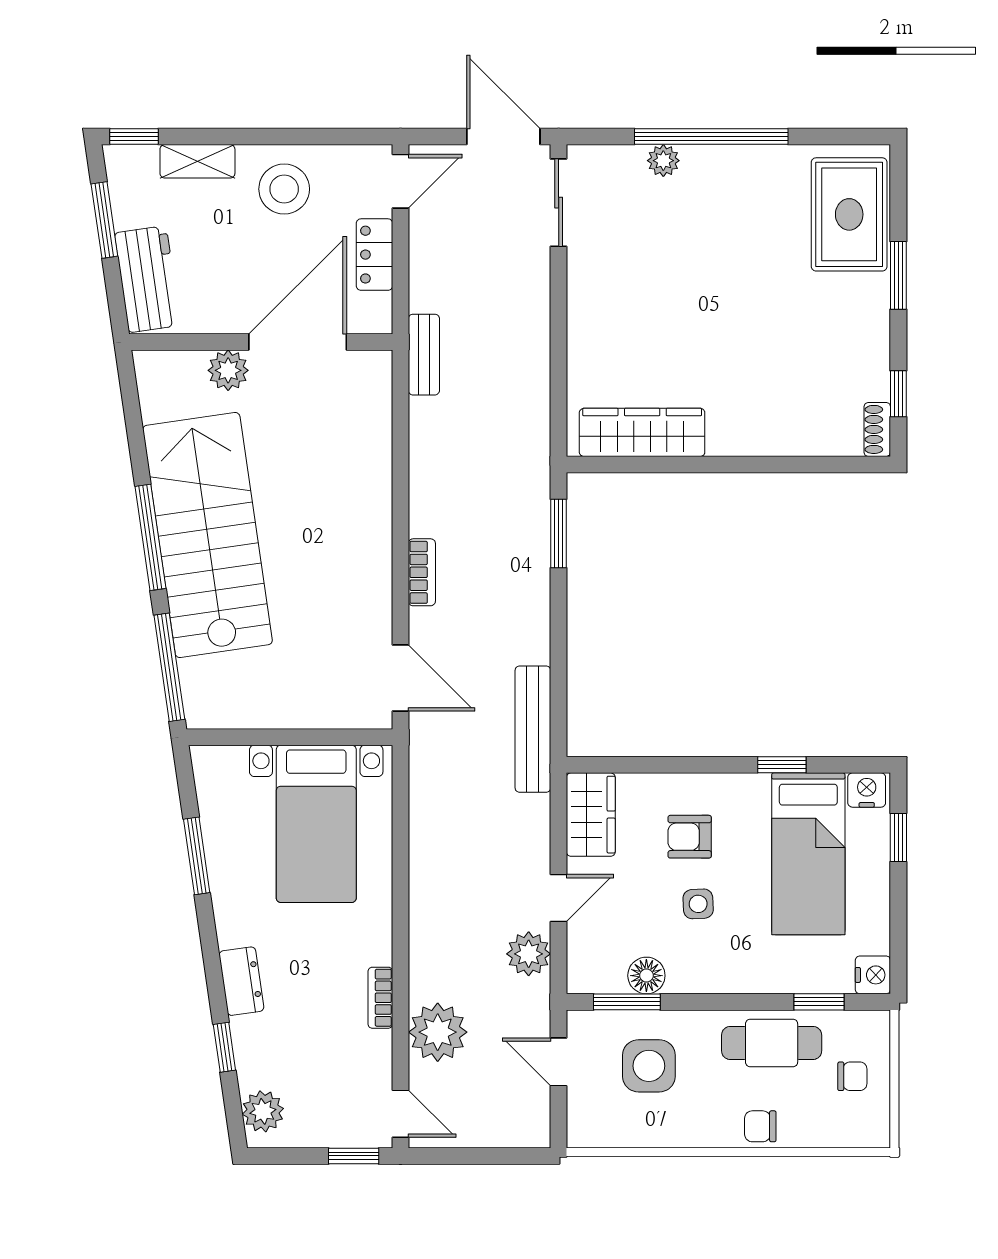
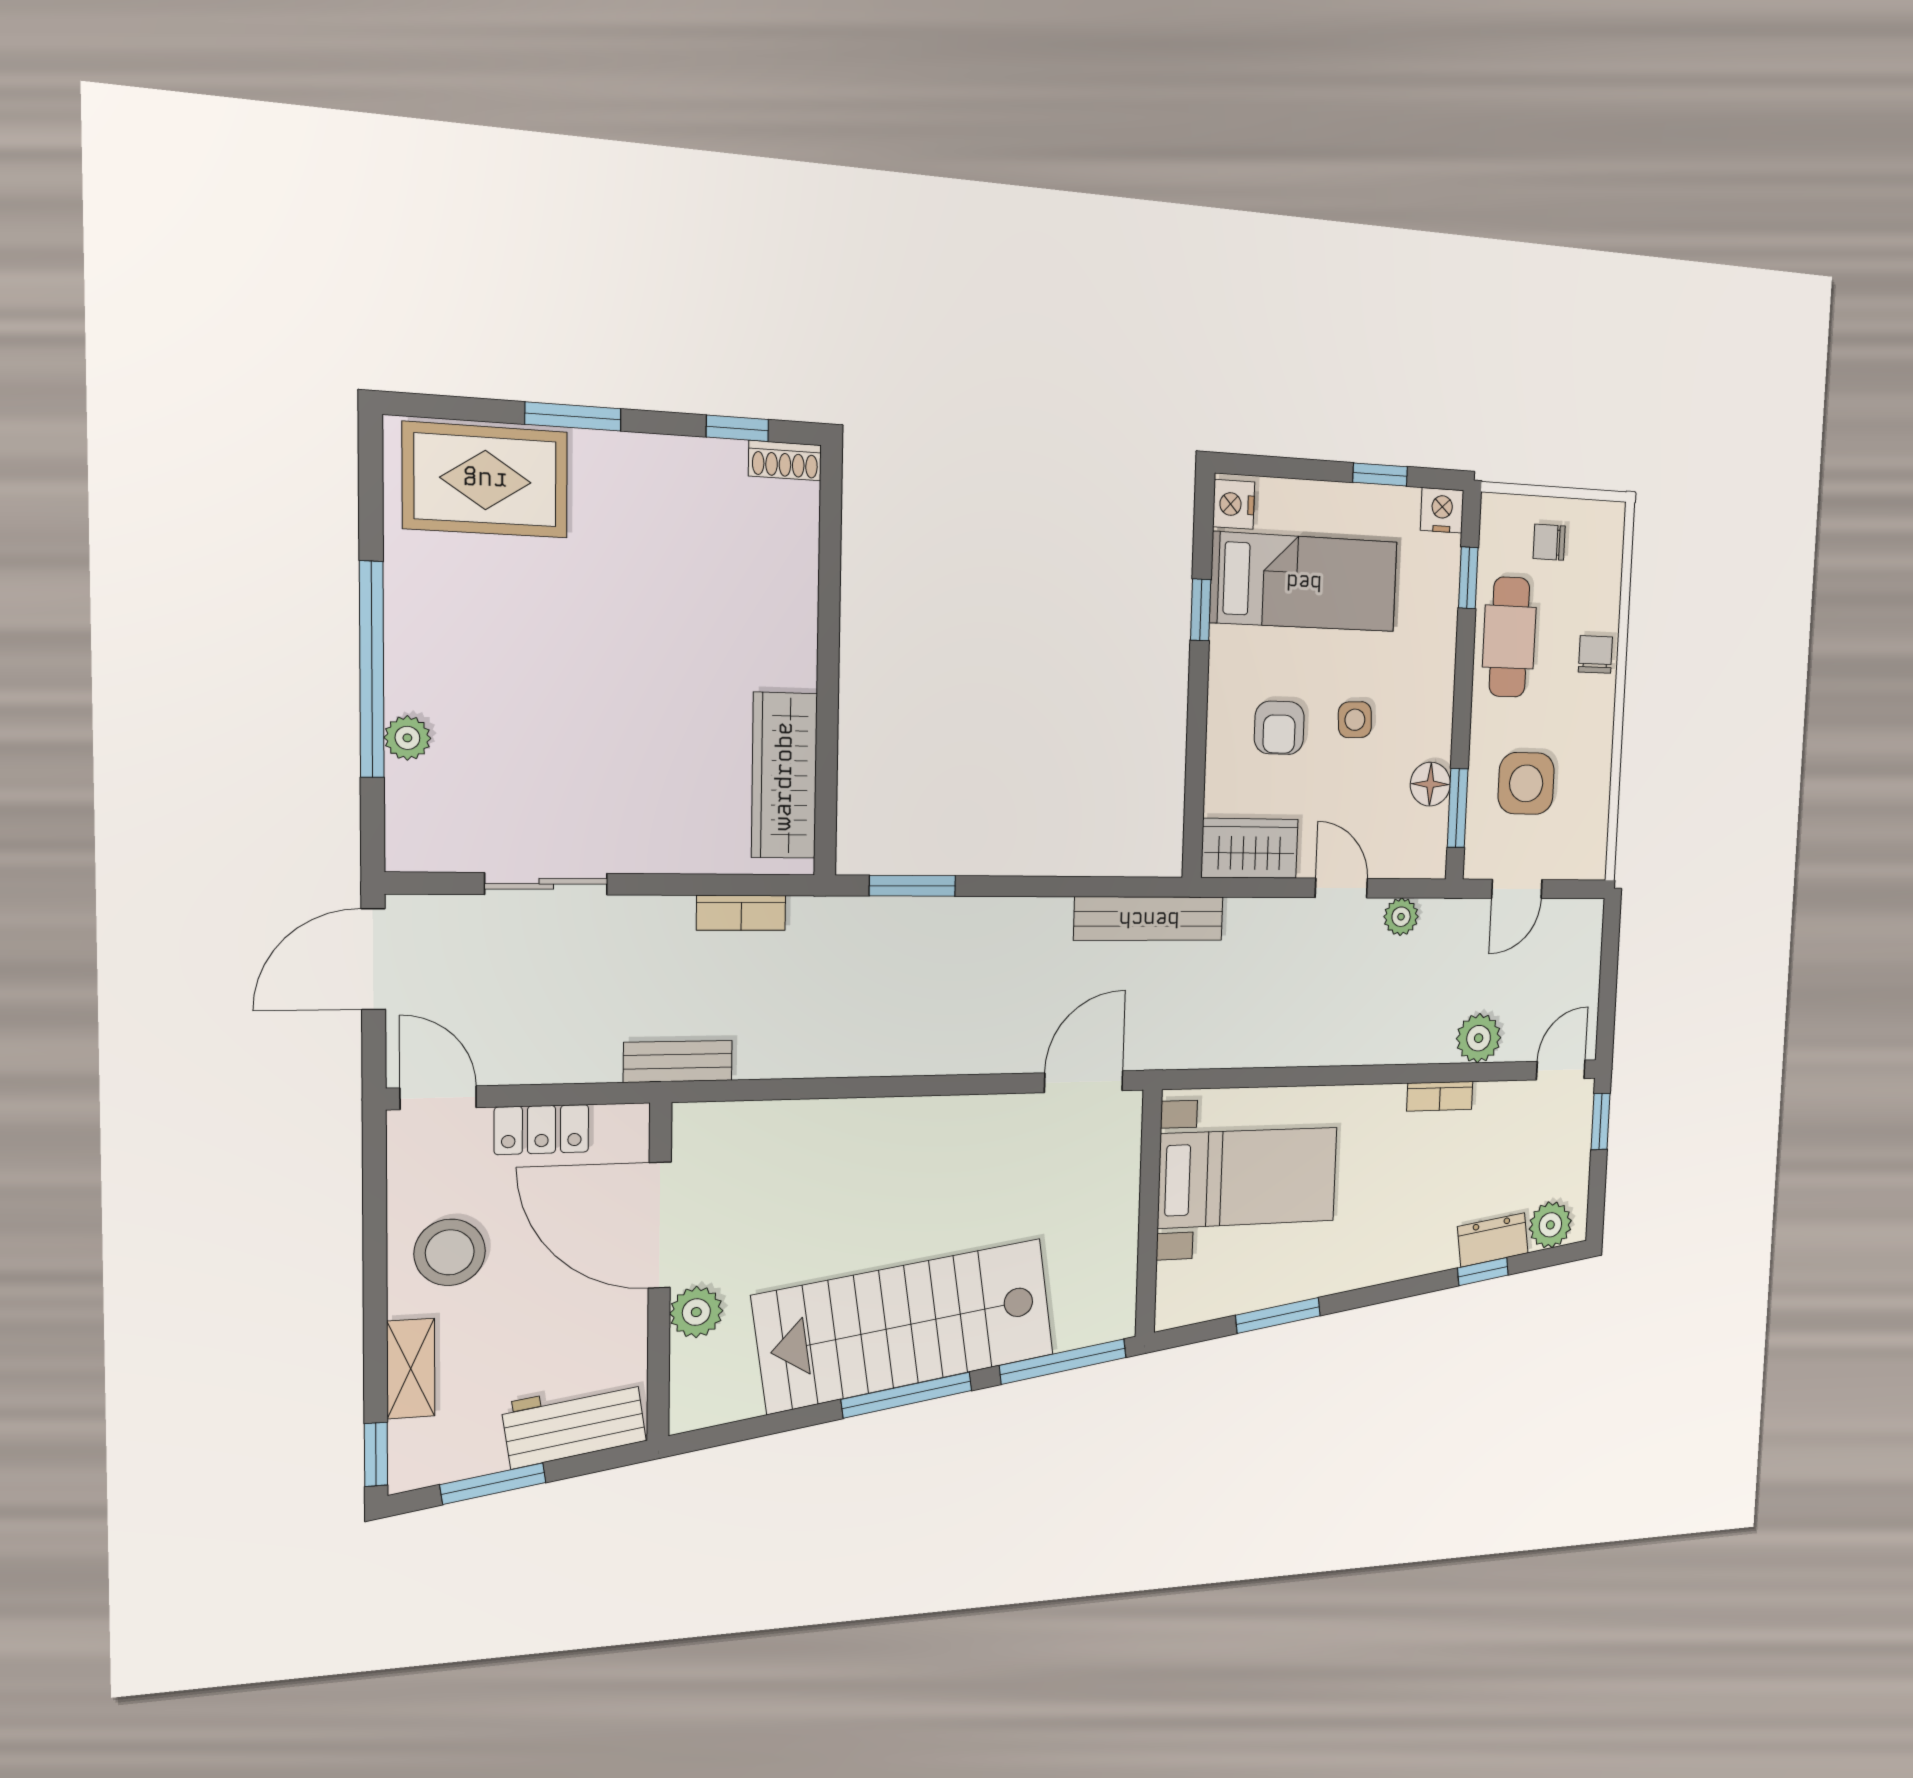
sliding door: (559, 203) -> (546, 884), moved
bookcase: (422, 572) -> (741, 913), moved, turned 180
window: (898, 838) -> (1380, 475), moved
plant: (529, 954) -> (1401, 917), width x0.73, depth x0.73
dresser: (241, 981) -> (1493, 1240), moved
plant: (438, 1032) -> (1479, 1038), width x0.73, depth x0.73
chair: (852, 1076) -> (1549, 542), turned -90
chair: (760, 1126) -> (1595, 654), turned 180

